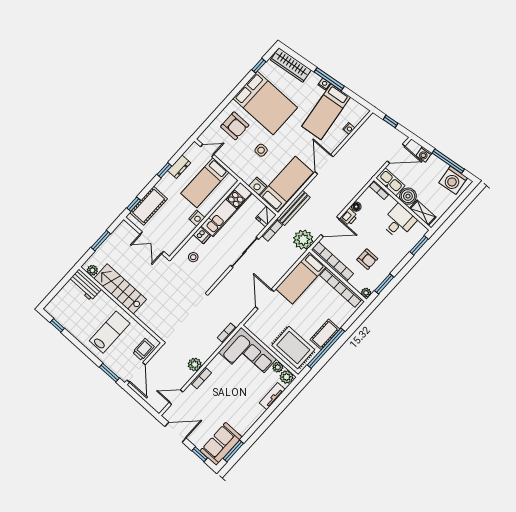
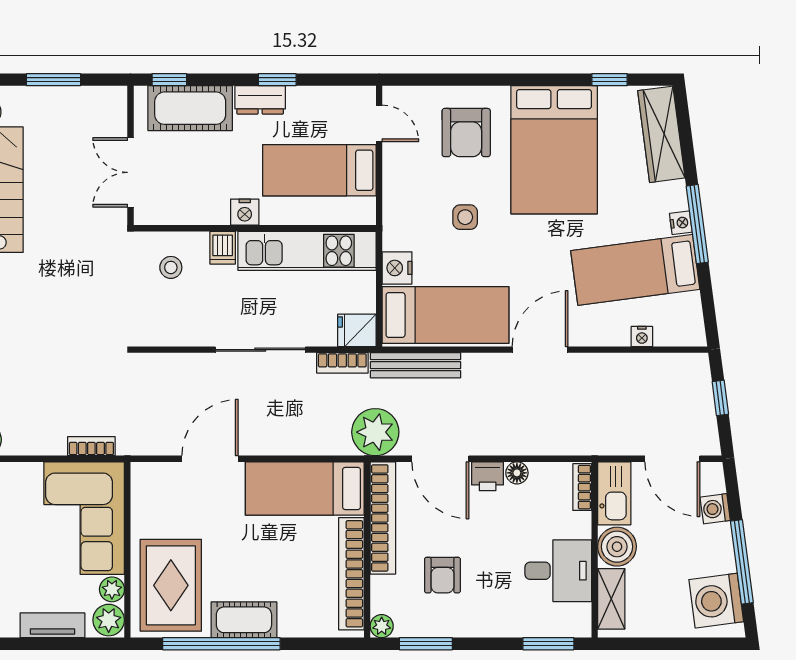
dresser: (179, 167) -> (260, 100), moved

